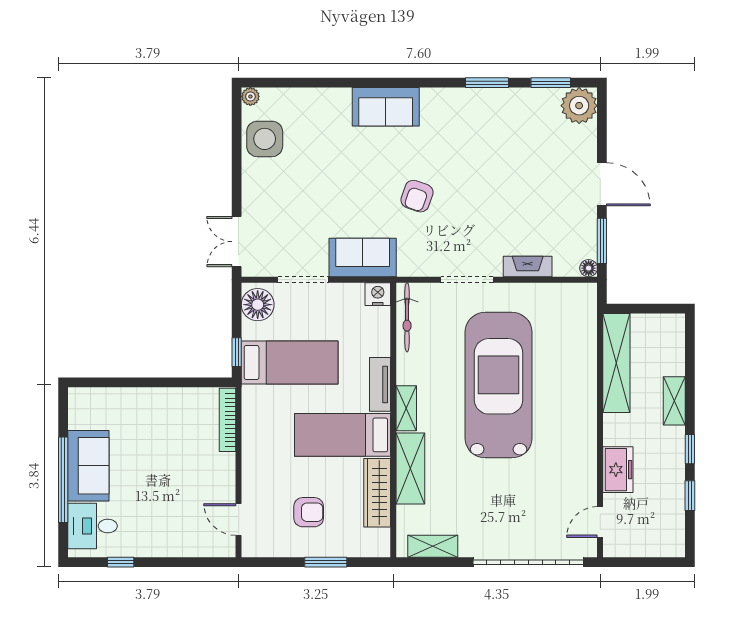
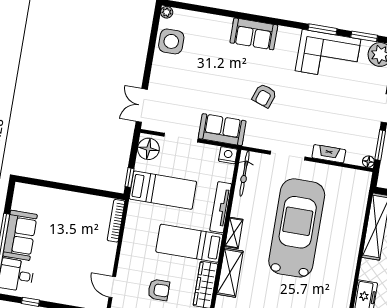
corner sofa: (502, 119) -> (328, 55), added
tv unit: (380, 384) -> (221, 207), width x1.41

